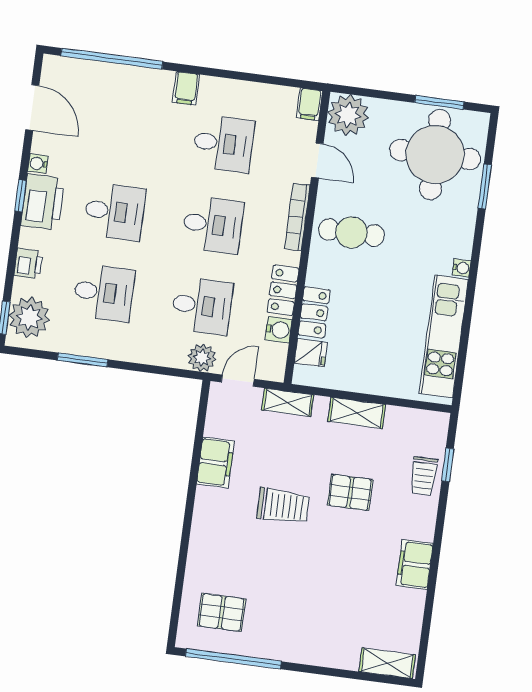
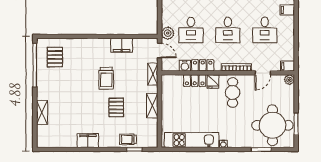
plant: (348, 115) -> (289, 80), width x0.53, depth x0.53
fridge: (311, 353) -> (213, 81), moved
shelving: (387, 663) -> (42, 112), moved

